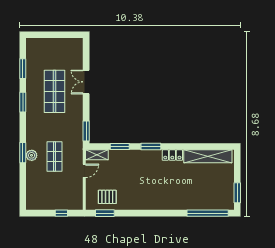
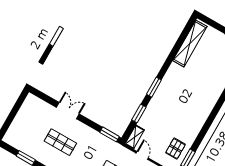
double door: (86, 82) -> (68, 111), swing flipped
shop shelf: (54, 91) -> (60, 142), width x0.70, depth x0.74
locker: (172, 155) -> (172, 73), removed

